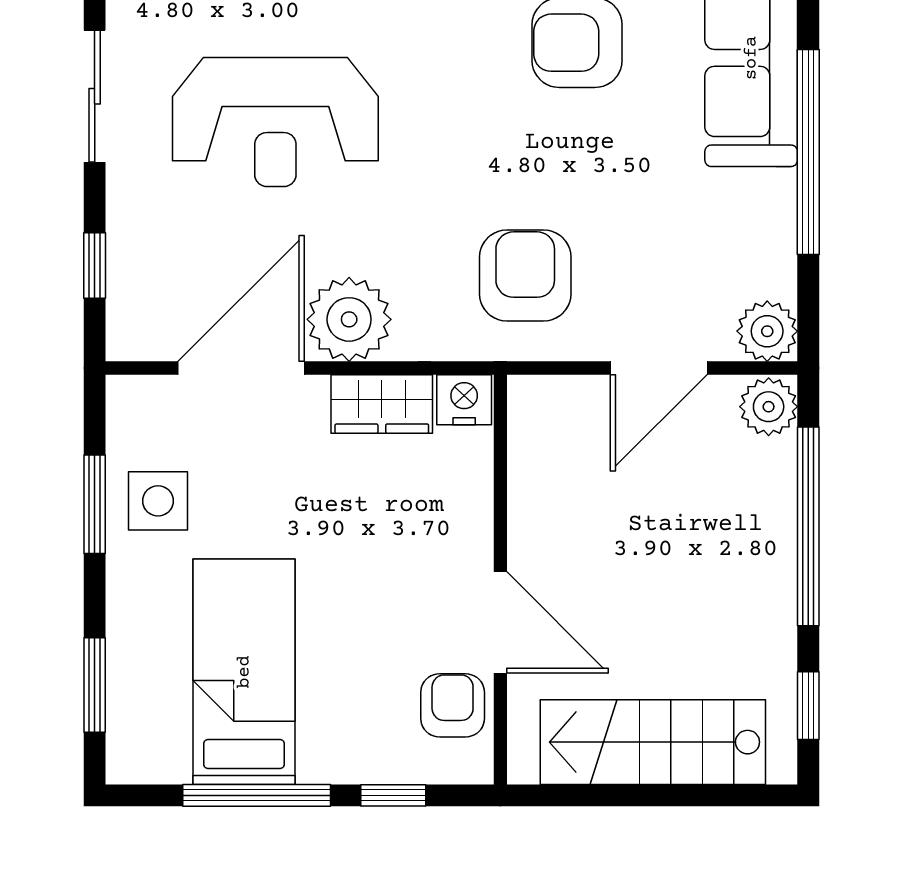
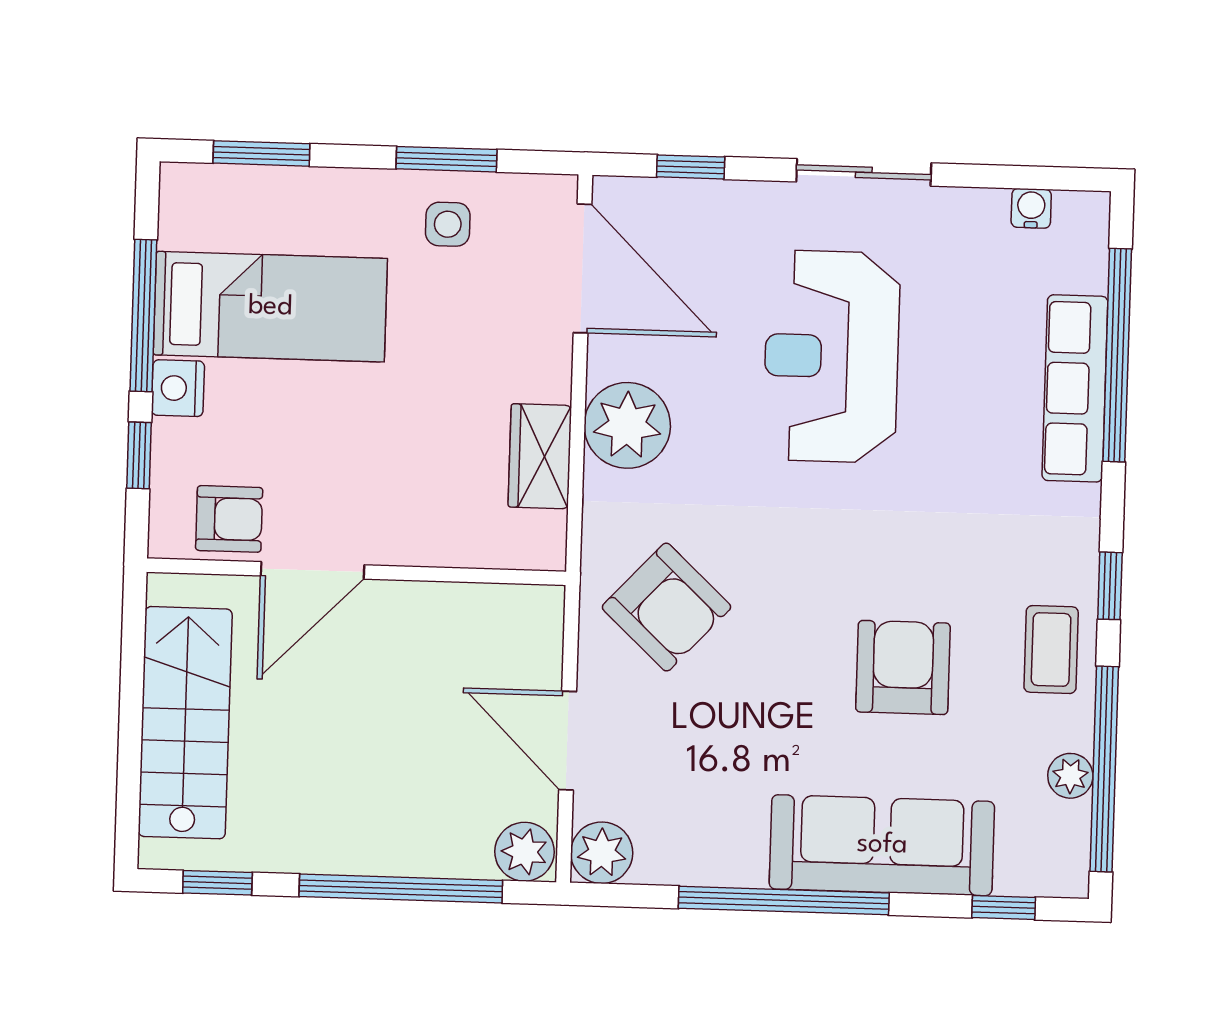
armchair: (525, 276) -> (667, 607), turned 43
door: (241, 368) -> (582, 268), moved
nightstand: (464, 400) -> (178, 388), moved, turned 180
side table: (158, 501) -> (448, 224), width x0.73, depth x0.73

